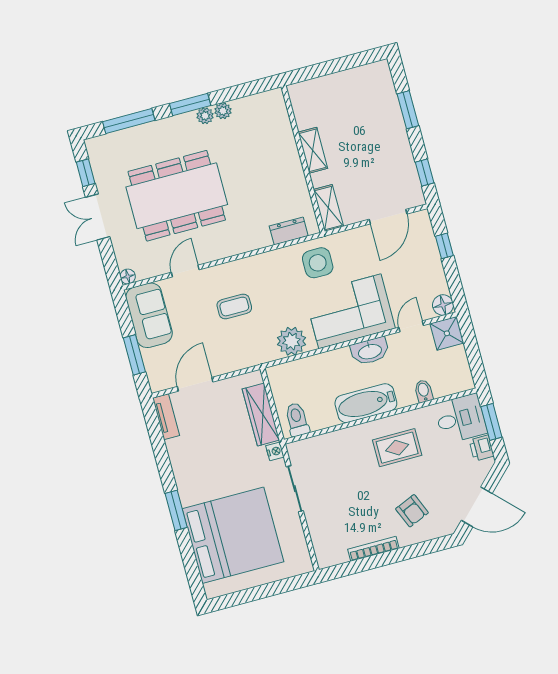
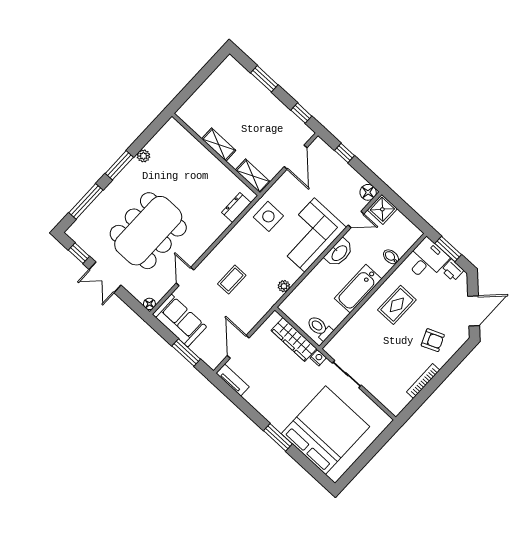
plant: (205, 116) -> (134, 166), removed
door: (411, 326) -> (356, 220), swing flipped
plant: (291, 341) -> (284, 286), width x0.53, depth x0.53

